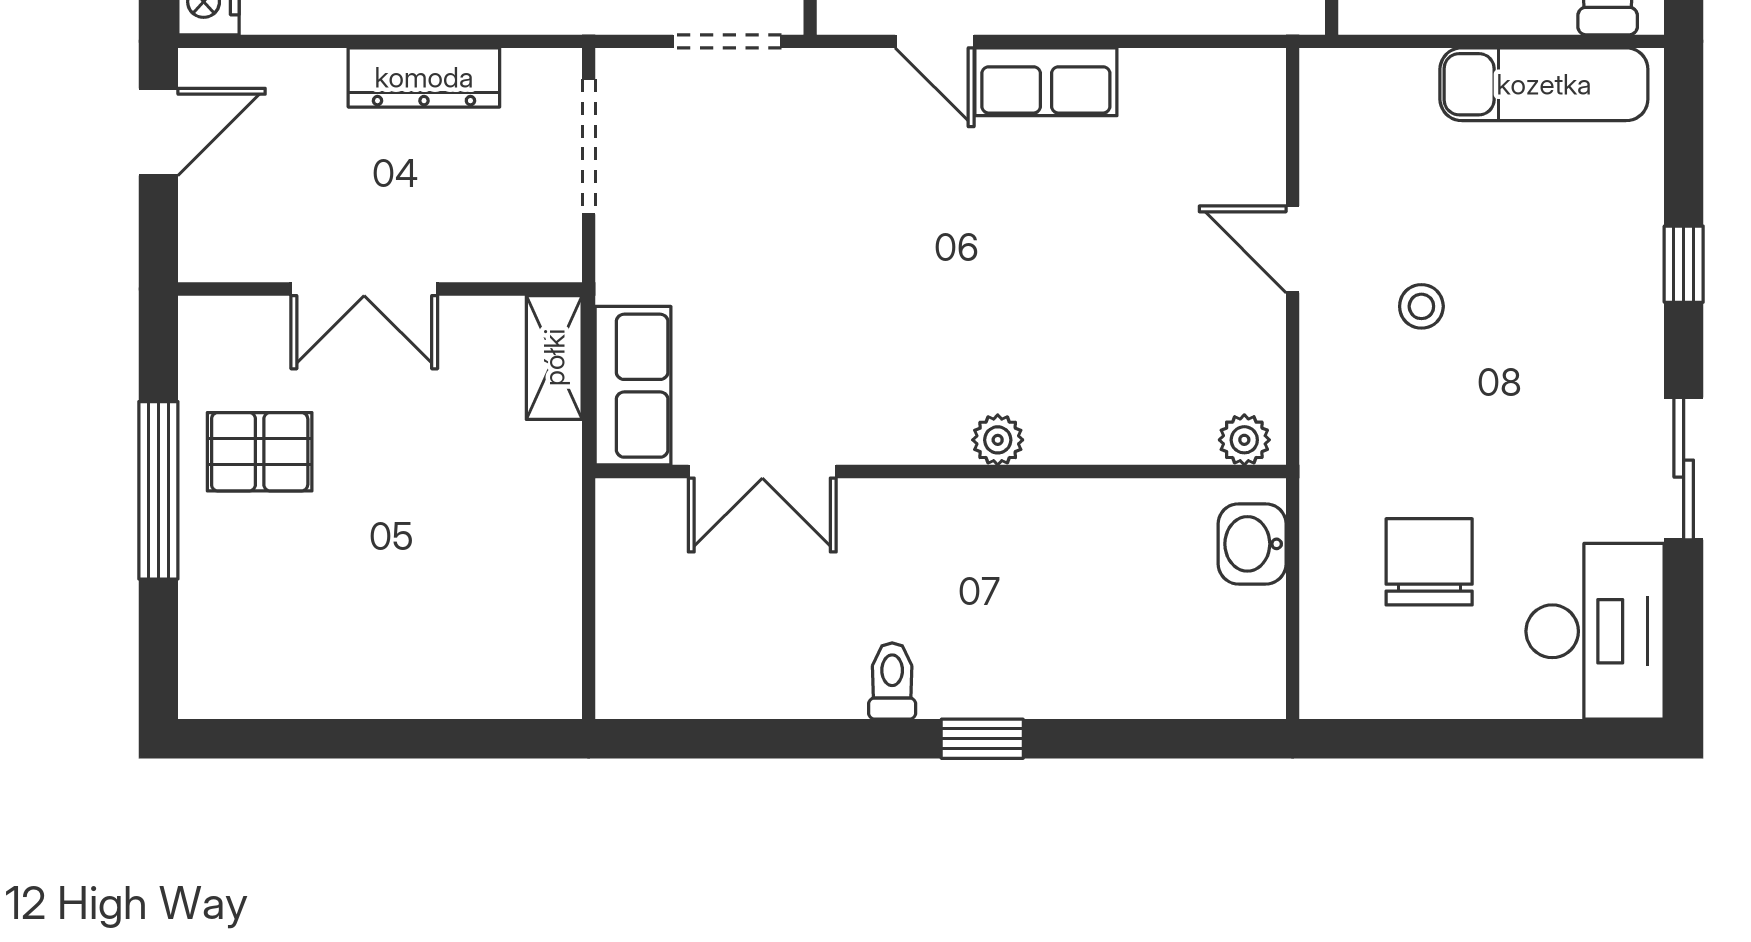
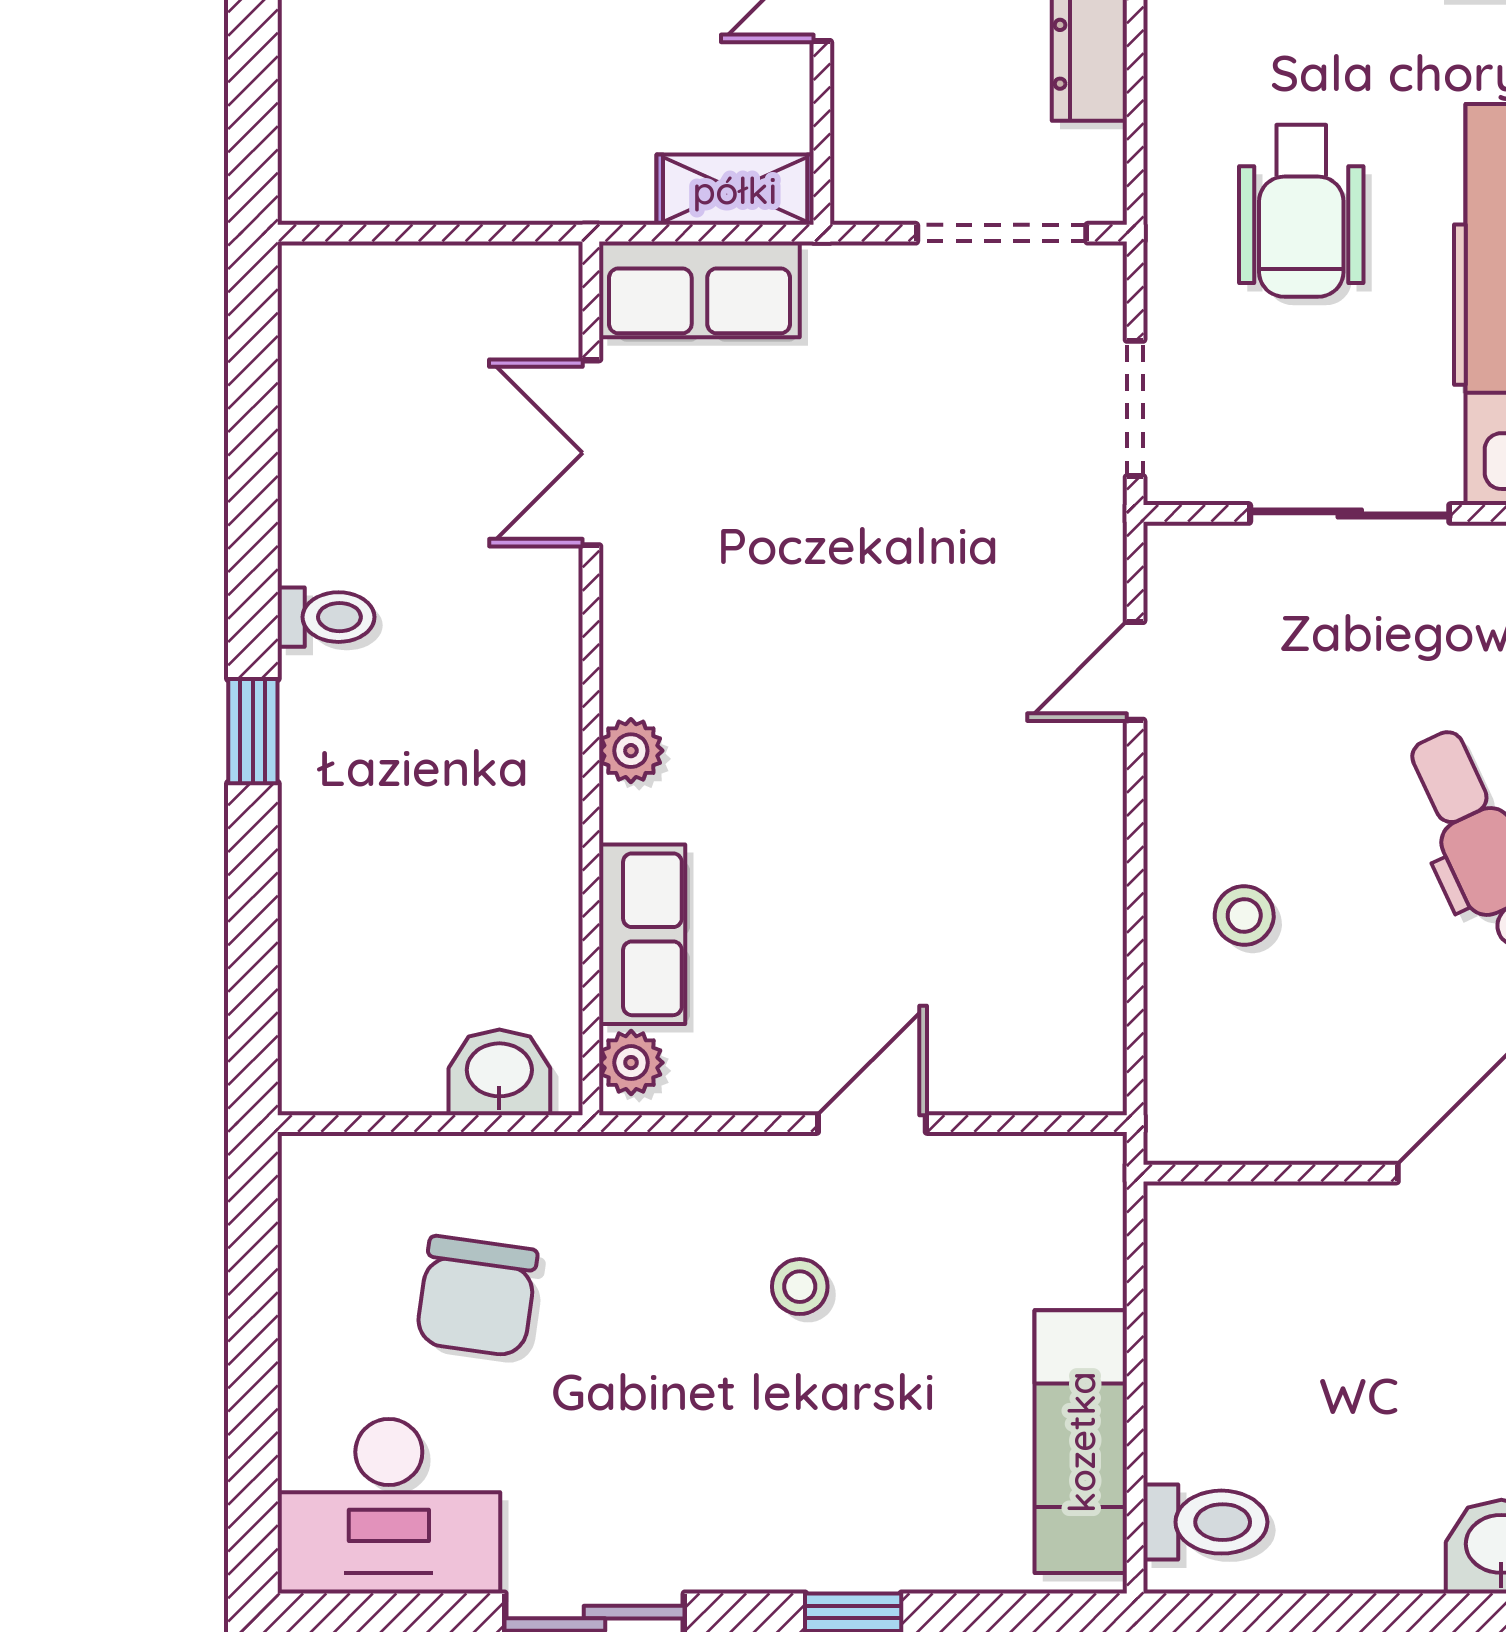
row of seats: (1046, 82) -> (642, 934), moved, turned 180
chair: (1429, 562) -> (477, 1296), turned 98

